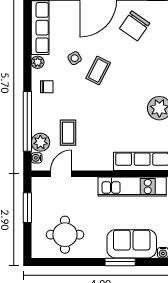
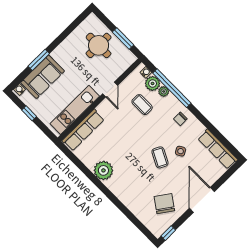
plant: (38, 62) -> (164, 91), moved
door: (61, 174) -> (110, 90), moved
round table: (65, 235) -> (99, 45), moved

